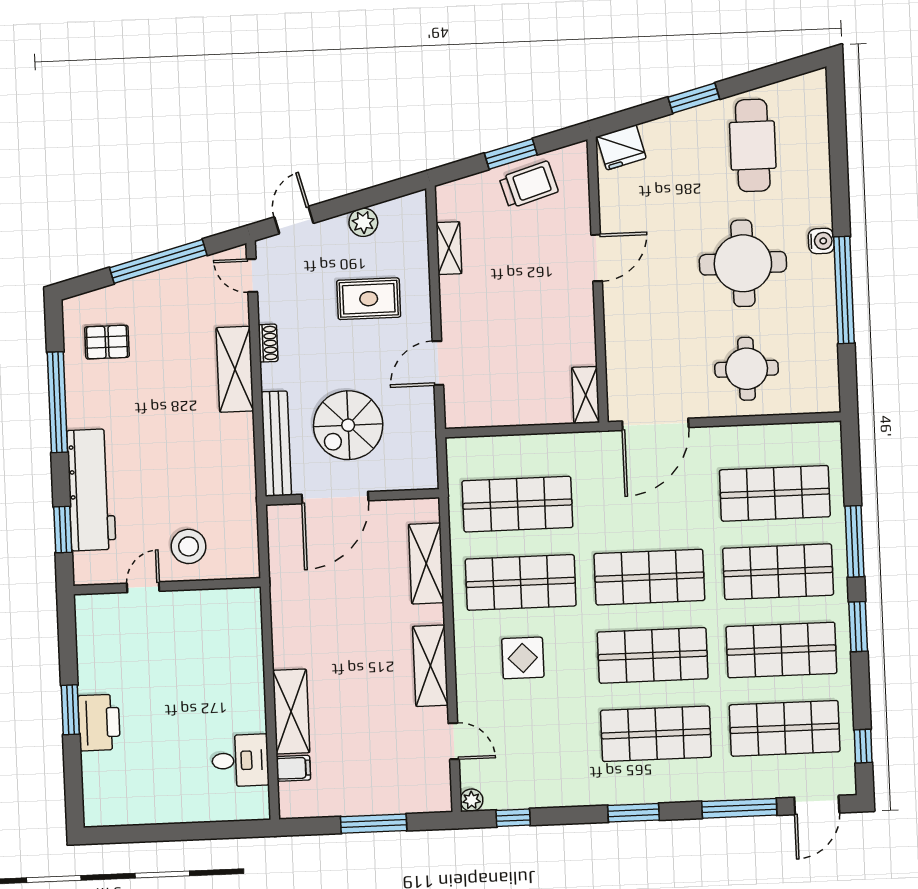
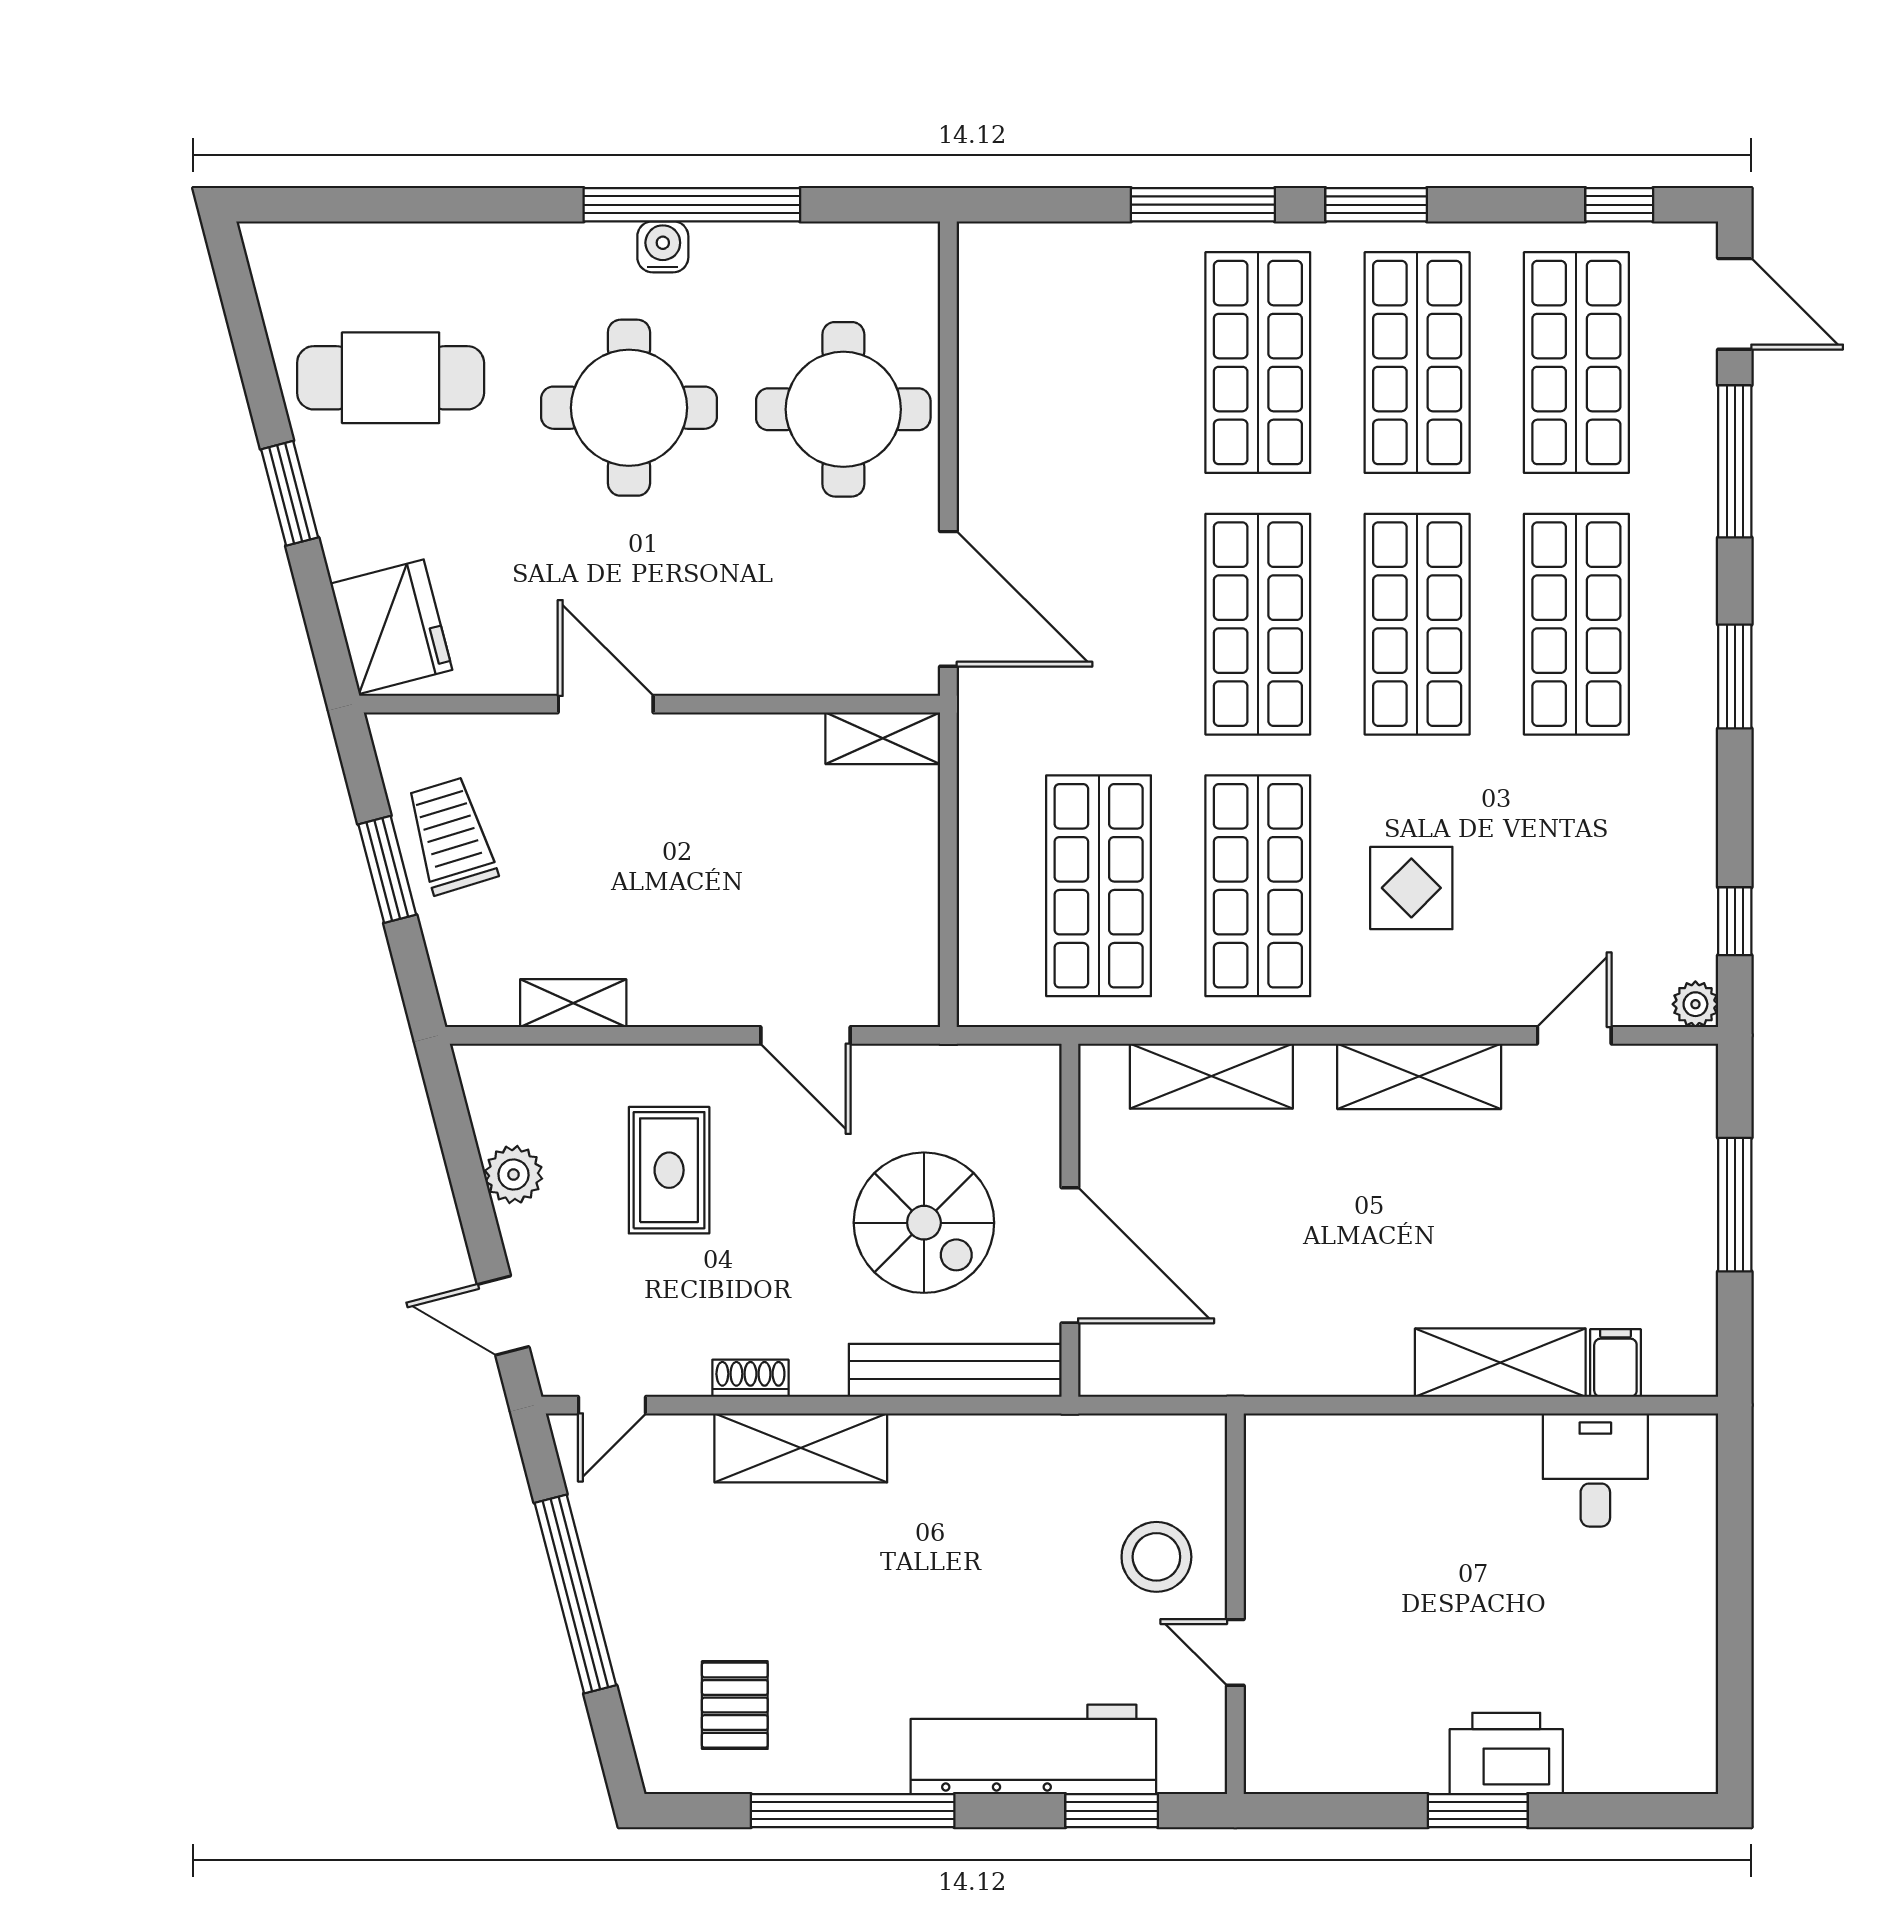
fridge: (621, 147) -> (391, 627), width x1.36, depth x1.34
water cooler: (821, 241) -> (663, 247), moved
round table: (747, 369) -> (843, 409), width x1.36, depth x1.36
shop shelf: (775, 493) -> (1099, 363), removed

